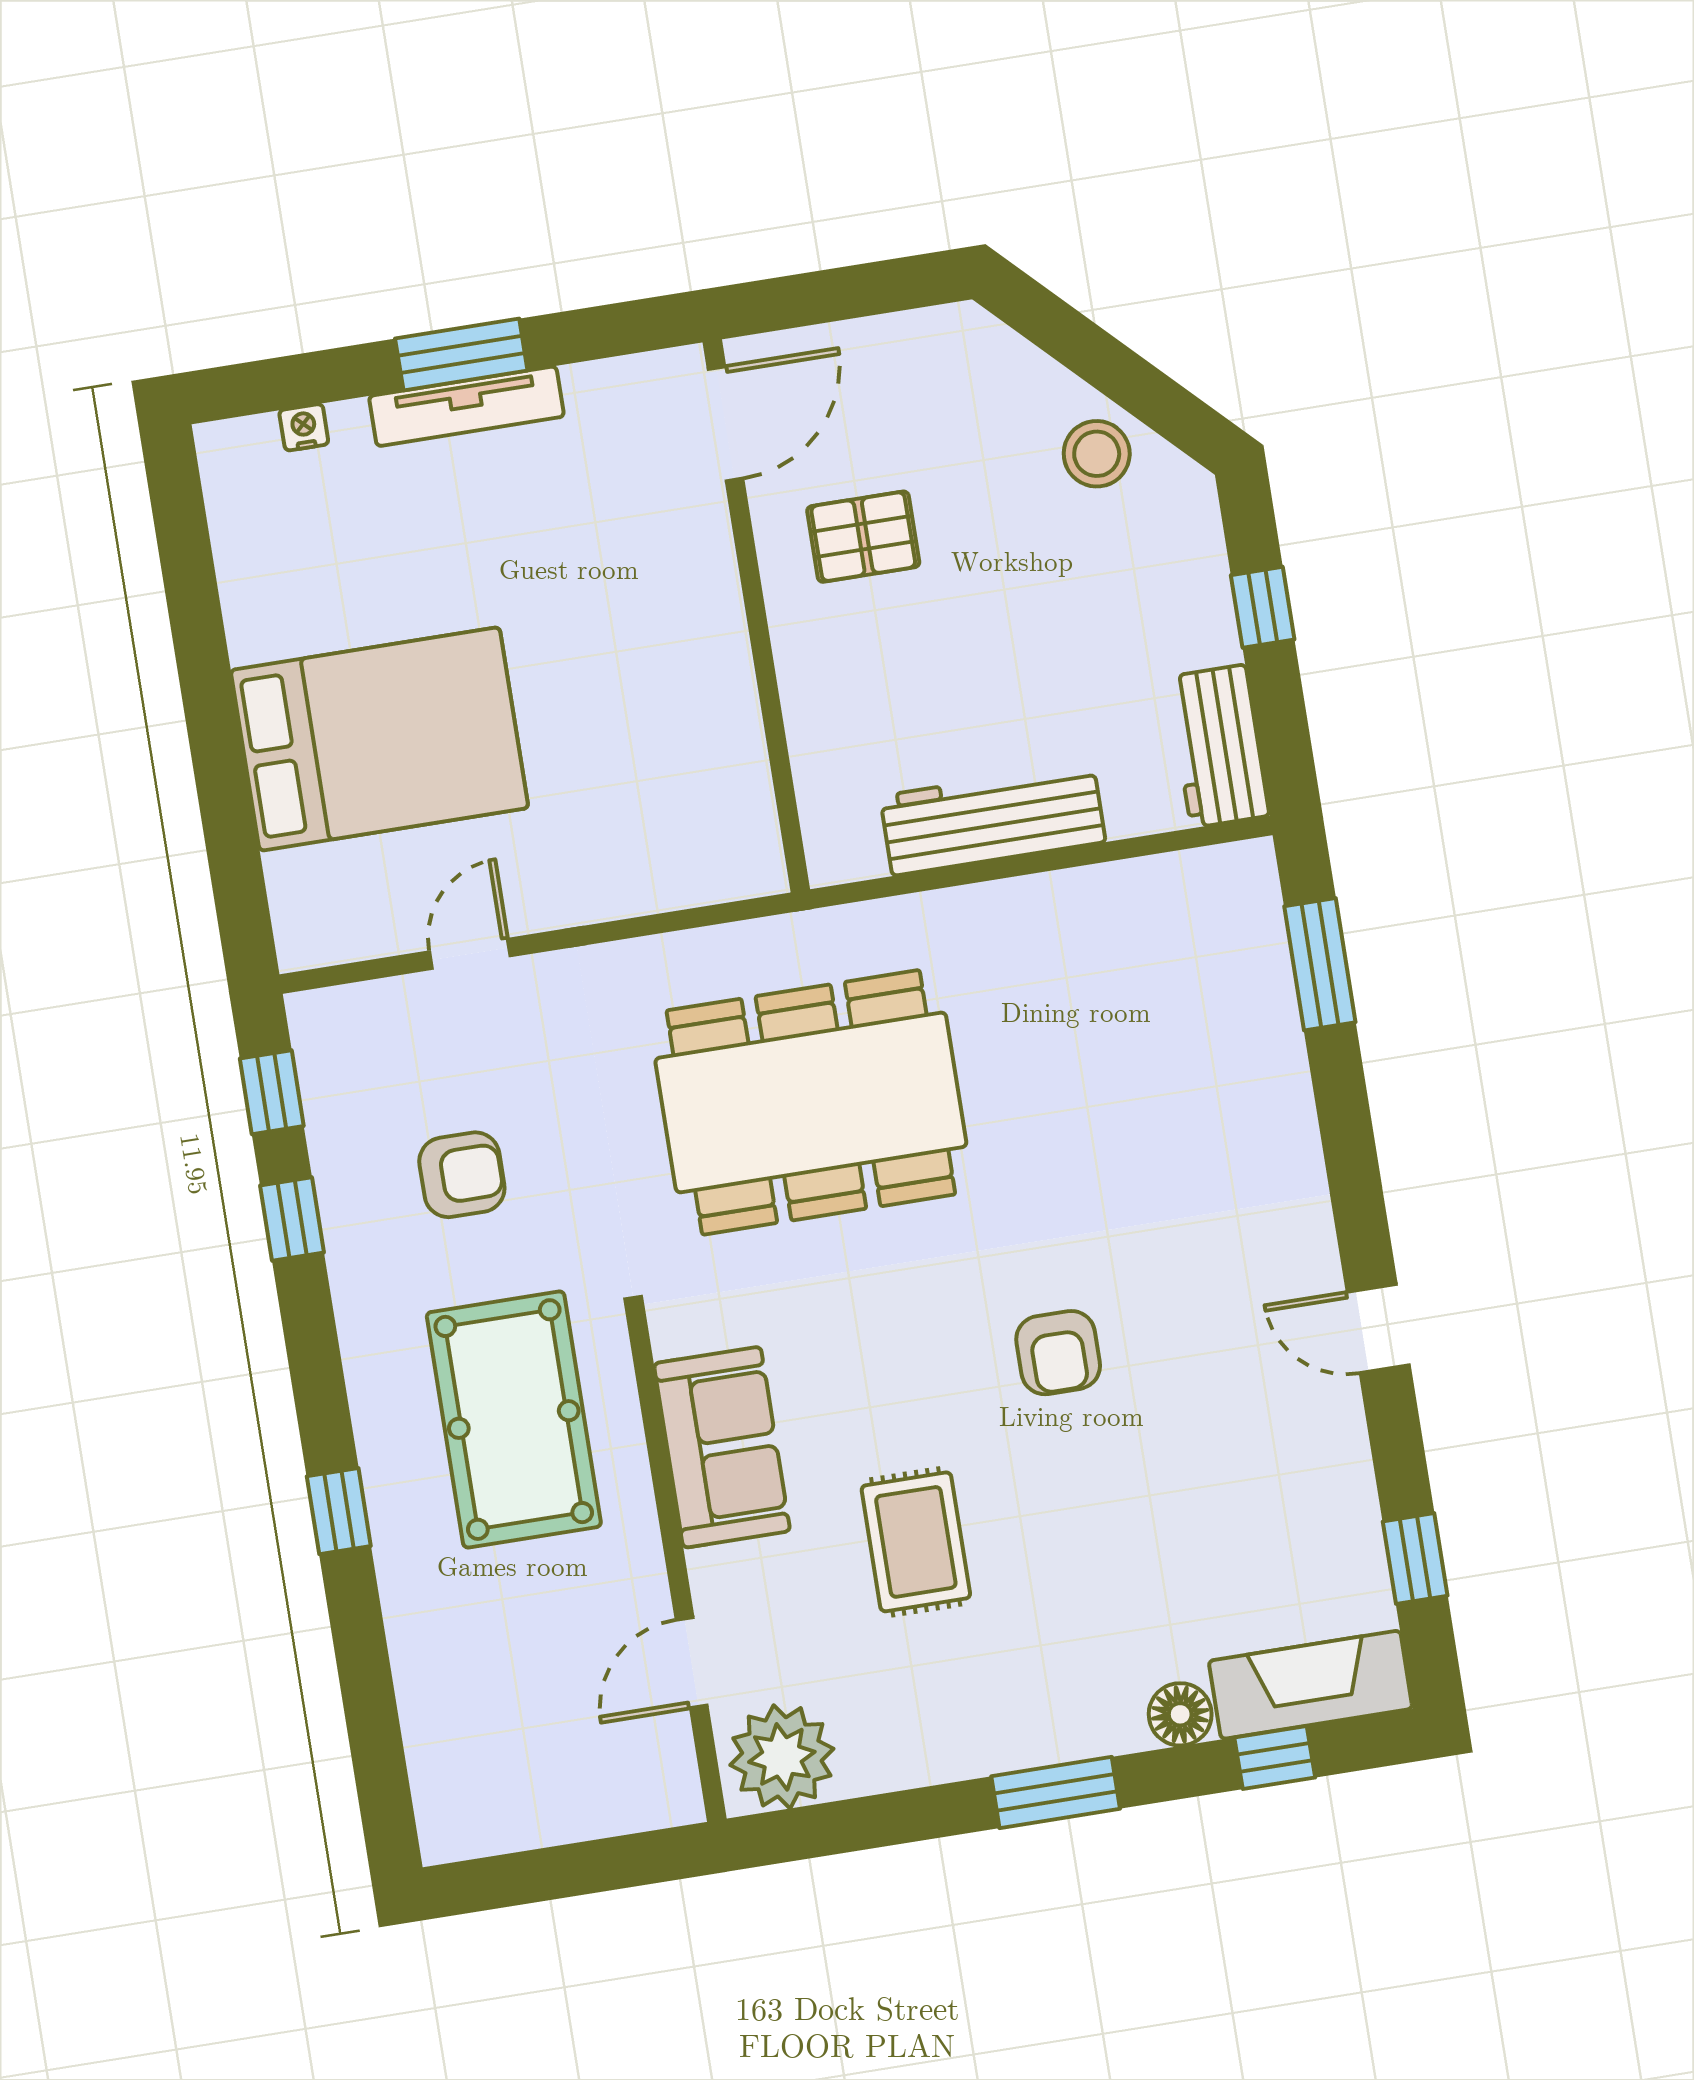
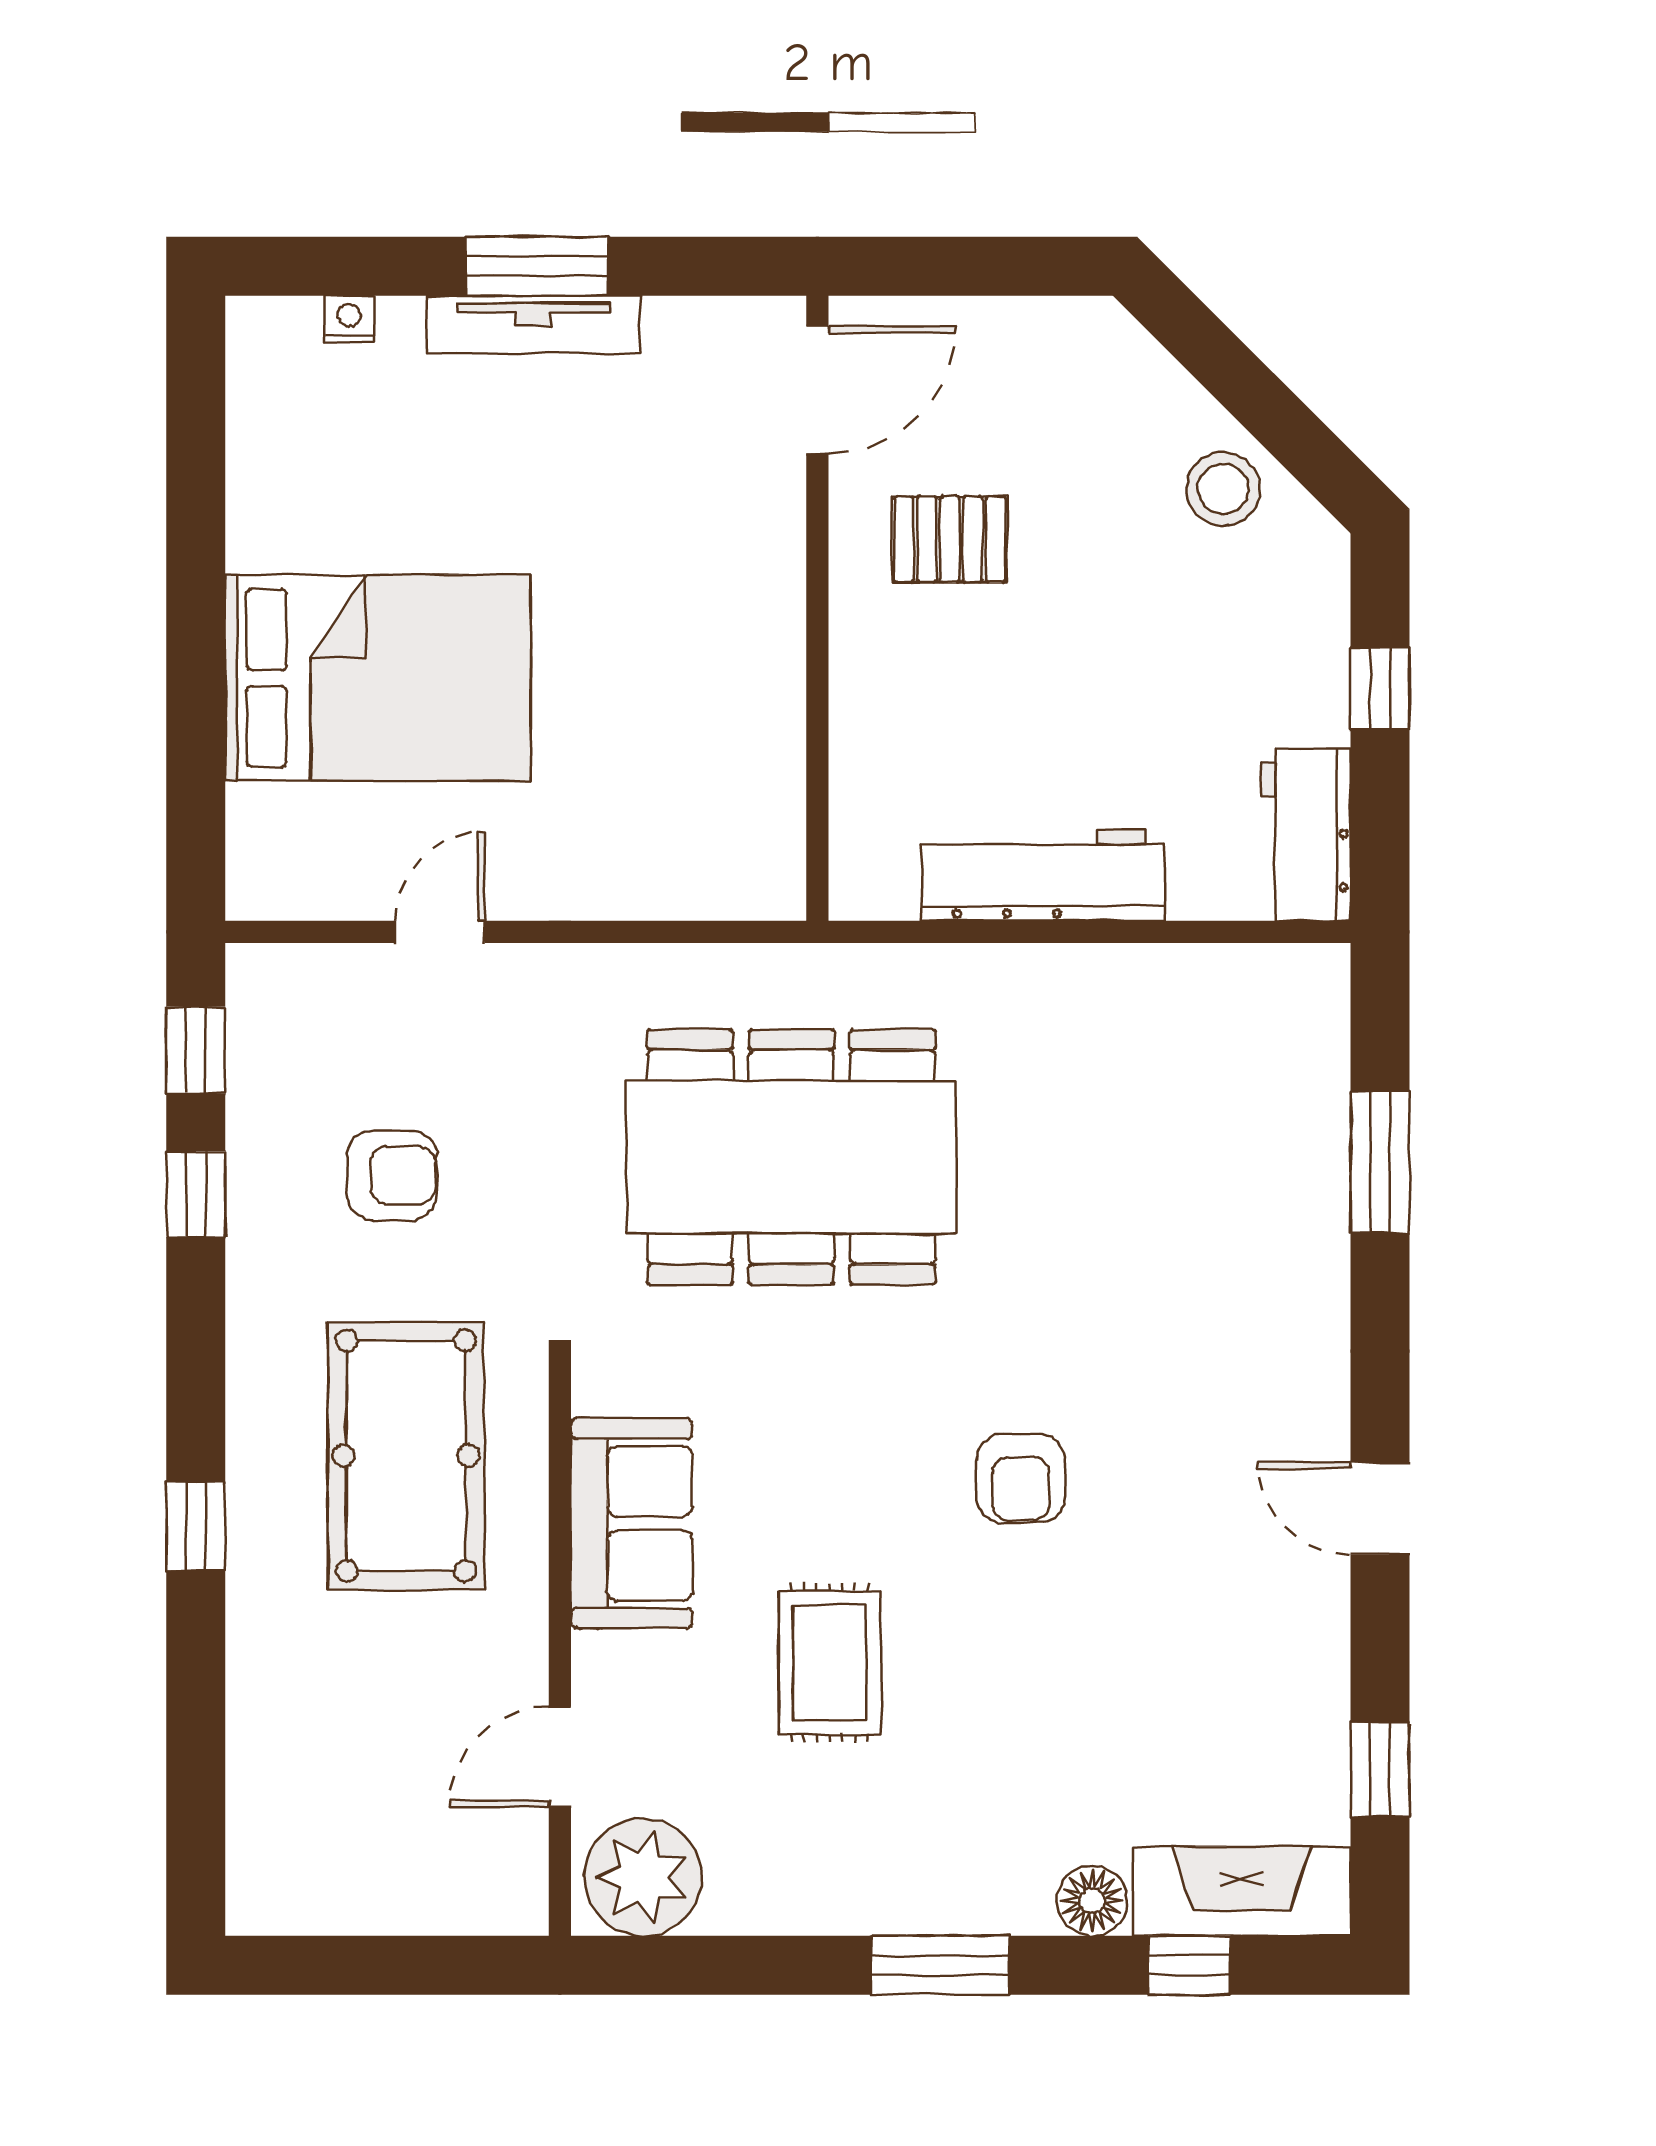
window: (1320, 964) -> (1380, 1162), moved

